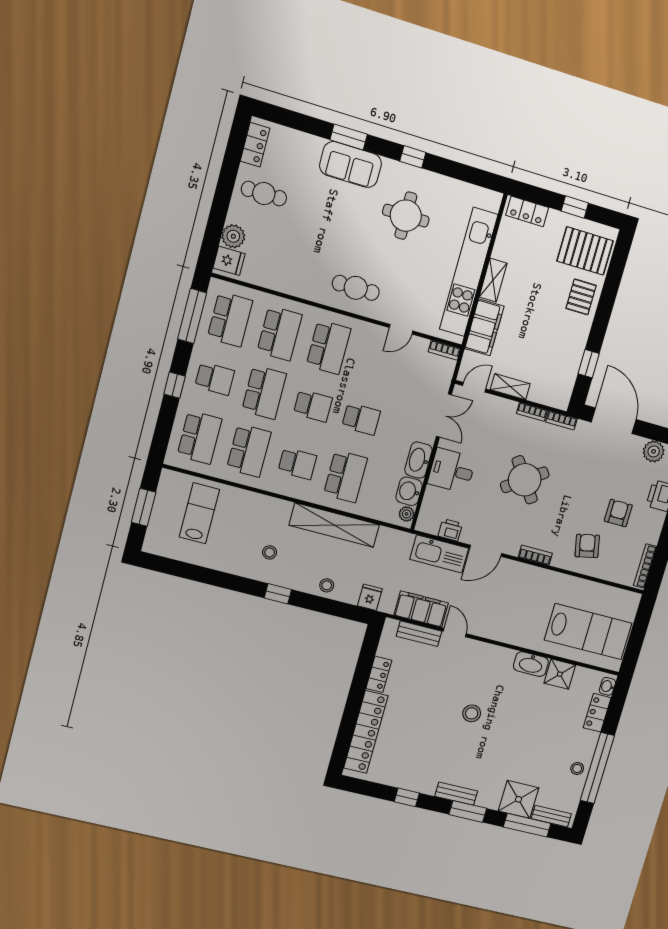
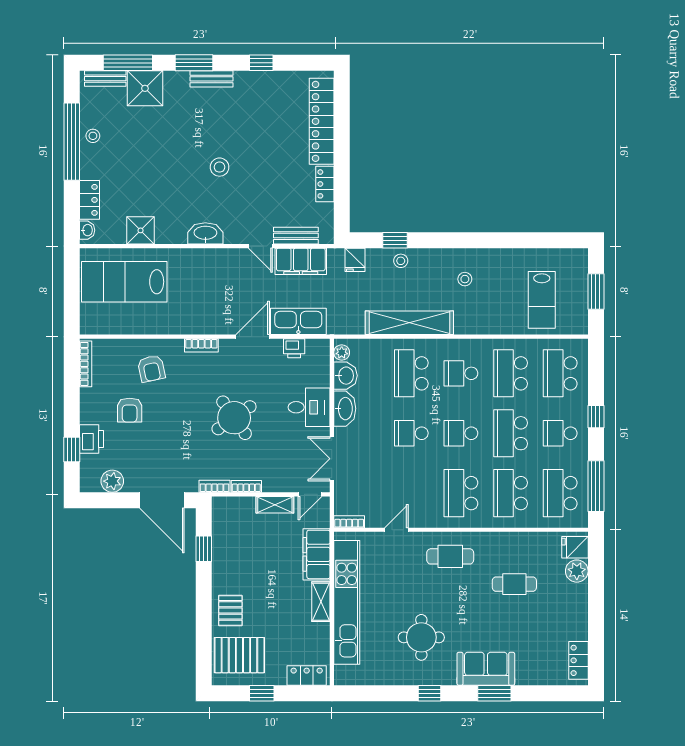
cafe table: (264, 194) -> (514, 584), moved
window: (278, 594) -> (395, 240), moved
washbasin: (531, 664) -> (205, 233), moved

